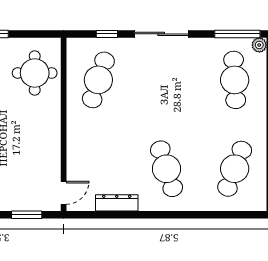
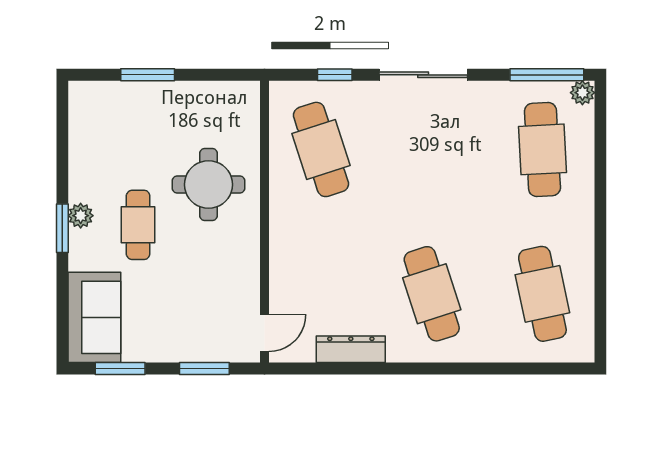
round table: (35, 73) -> (209, 185), moved
cafe table: (98, 80) -> (321, 149), turned -36
cafe table: (235, 169) -> (542, 294), turned -33

